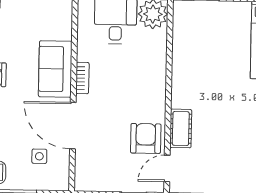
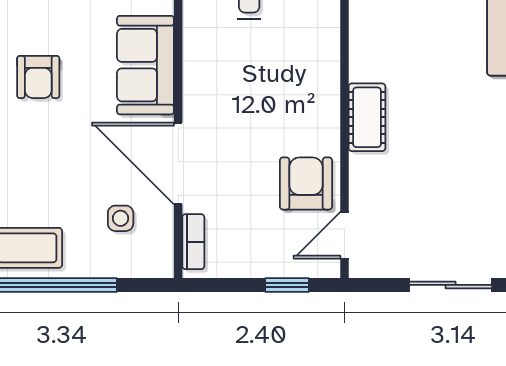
bookcase: (82, 78) -> (193, 242), moved
cot: (181, 128) -> (367, 117), moved

